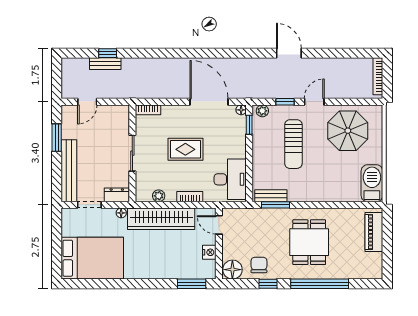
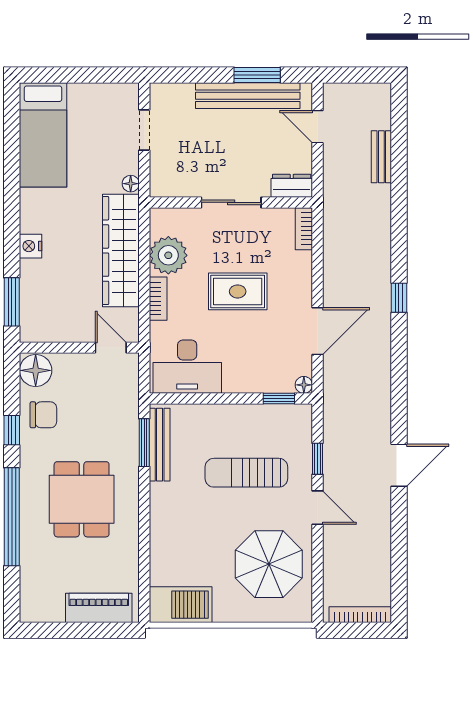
window: (108, 53) -> (399, 298), moved
door: (209, 102) -> (317, 331), width x0.73
plant: (262, 111) -> (302, 421), removed
rug: (185, 149) -> (238, 291), turned 90
bench: (69, 171) -> (248, 96), moved
dresser: (117, 195) -> (292, 186), moved, turned -90
plant: (159, 196) -> (168, 255), width x1.87, depth x1.87
bench: (271, 196) -> (160, 445), width x1.36
door: (219, 225) -> (111, 348), hinge flipped
dining table: (309, 242) -> (82, 499), turned 90
nightstand: (209, 252) -> (31, 246), moved, turned 90
bed: (92, 258) -> (43, 135), width x0.67

